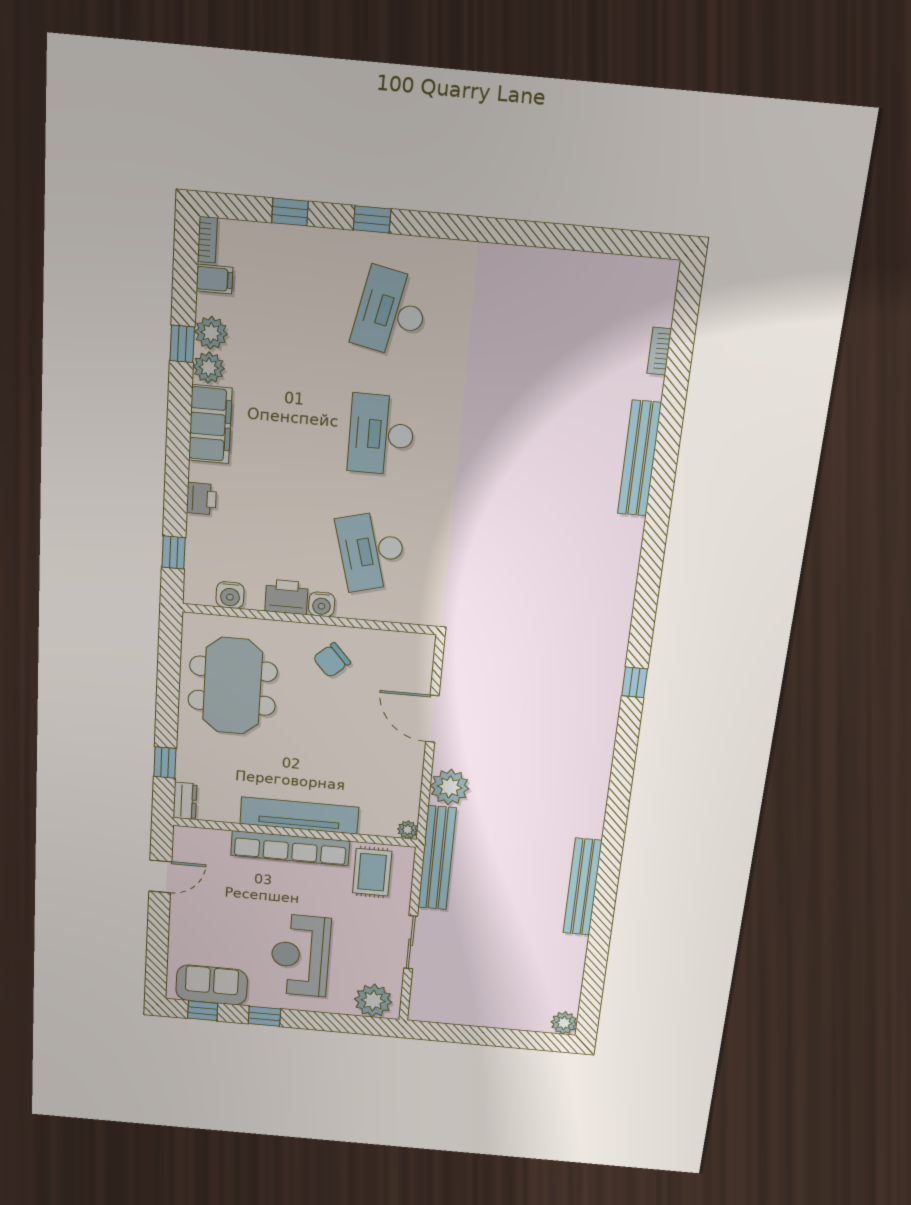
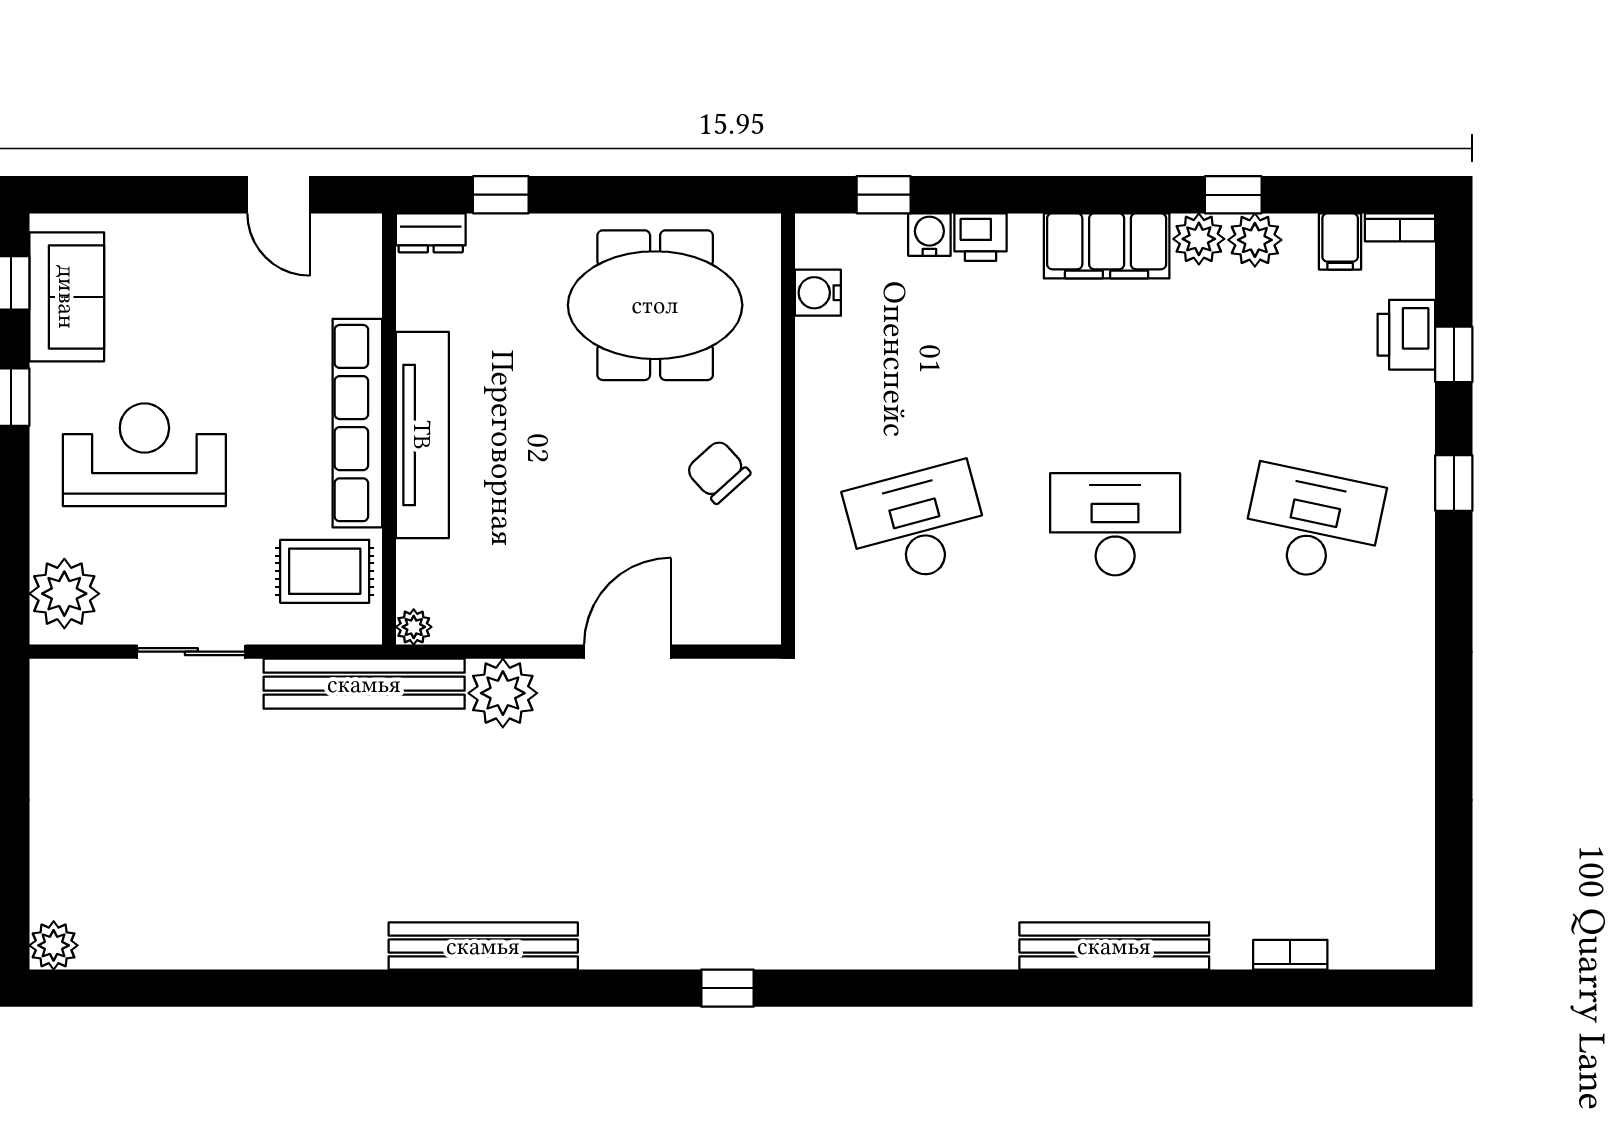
printer: (286, 597) -> (1406, 335), moved, turned 180
water cooler: (322, 604) -> (929, 235), moved, turned 90
bench: (582, 887) -> (483, 946), moved

